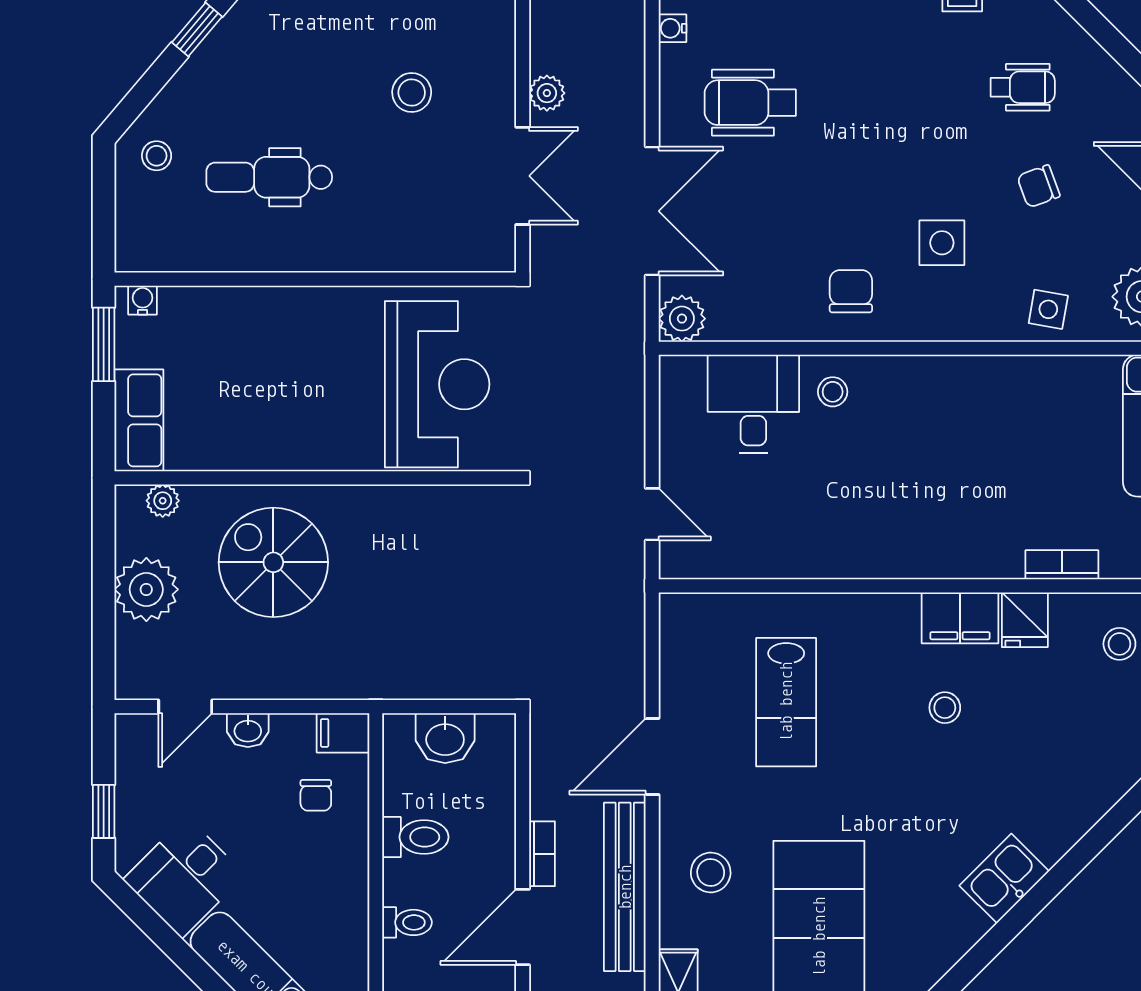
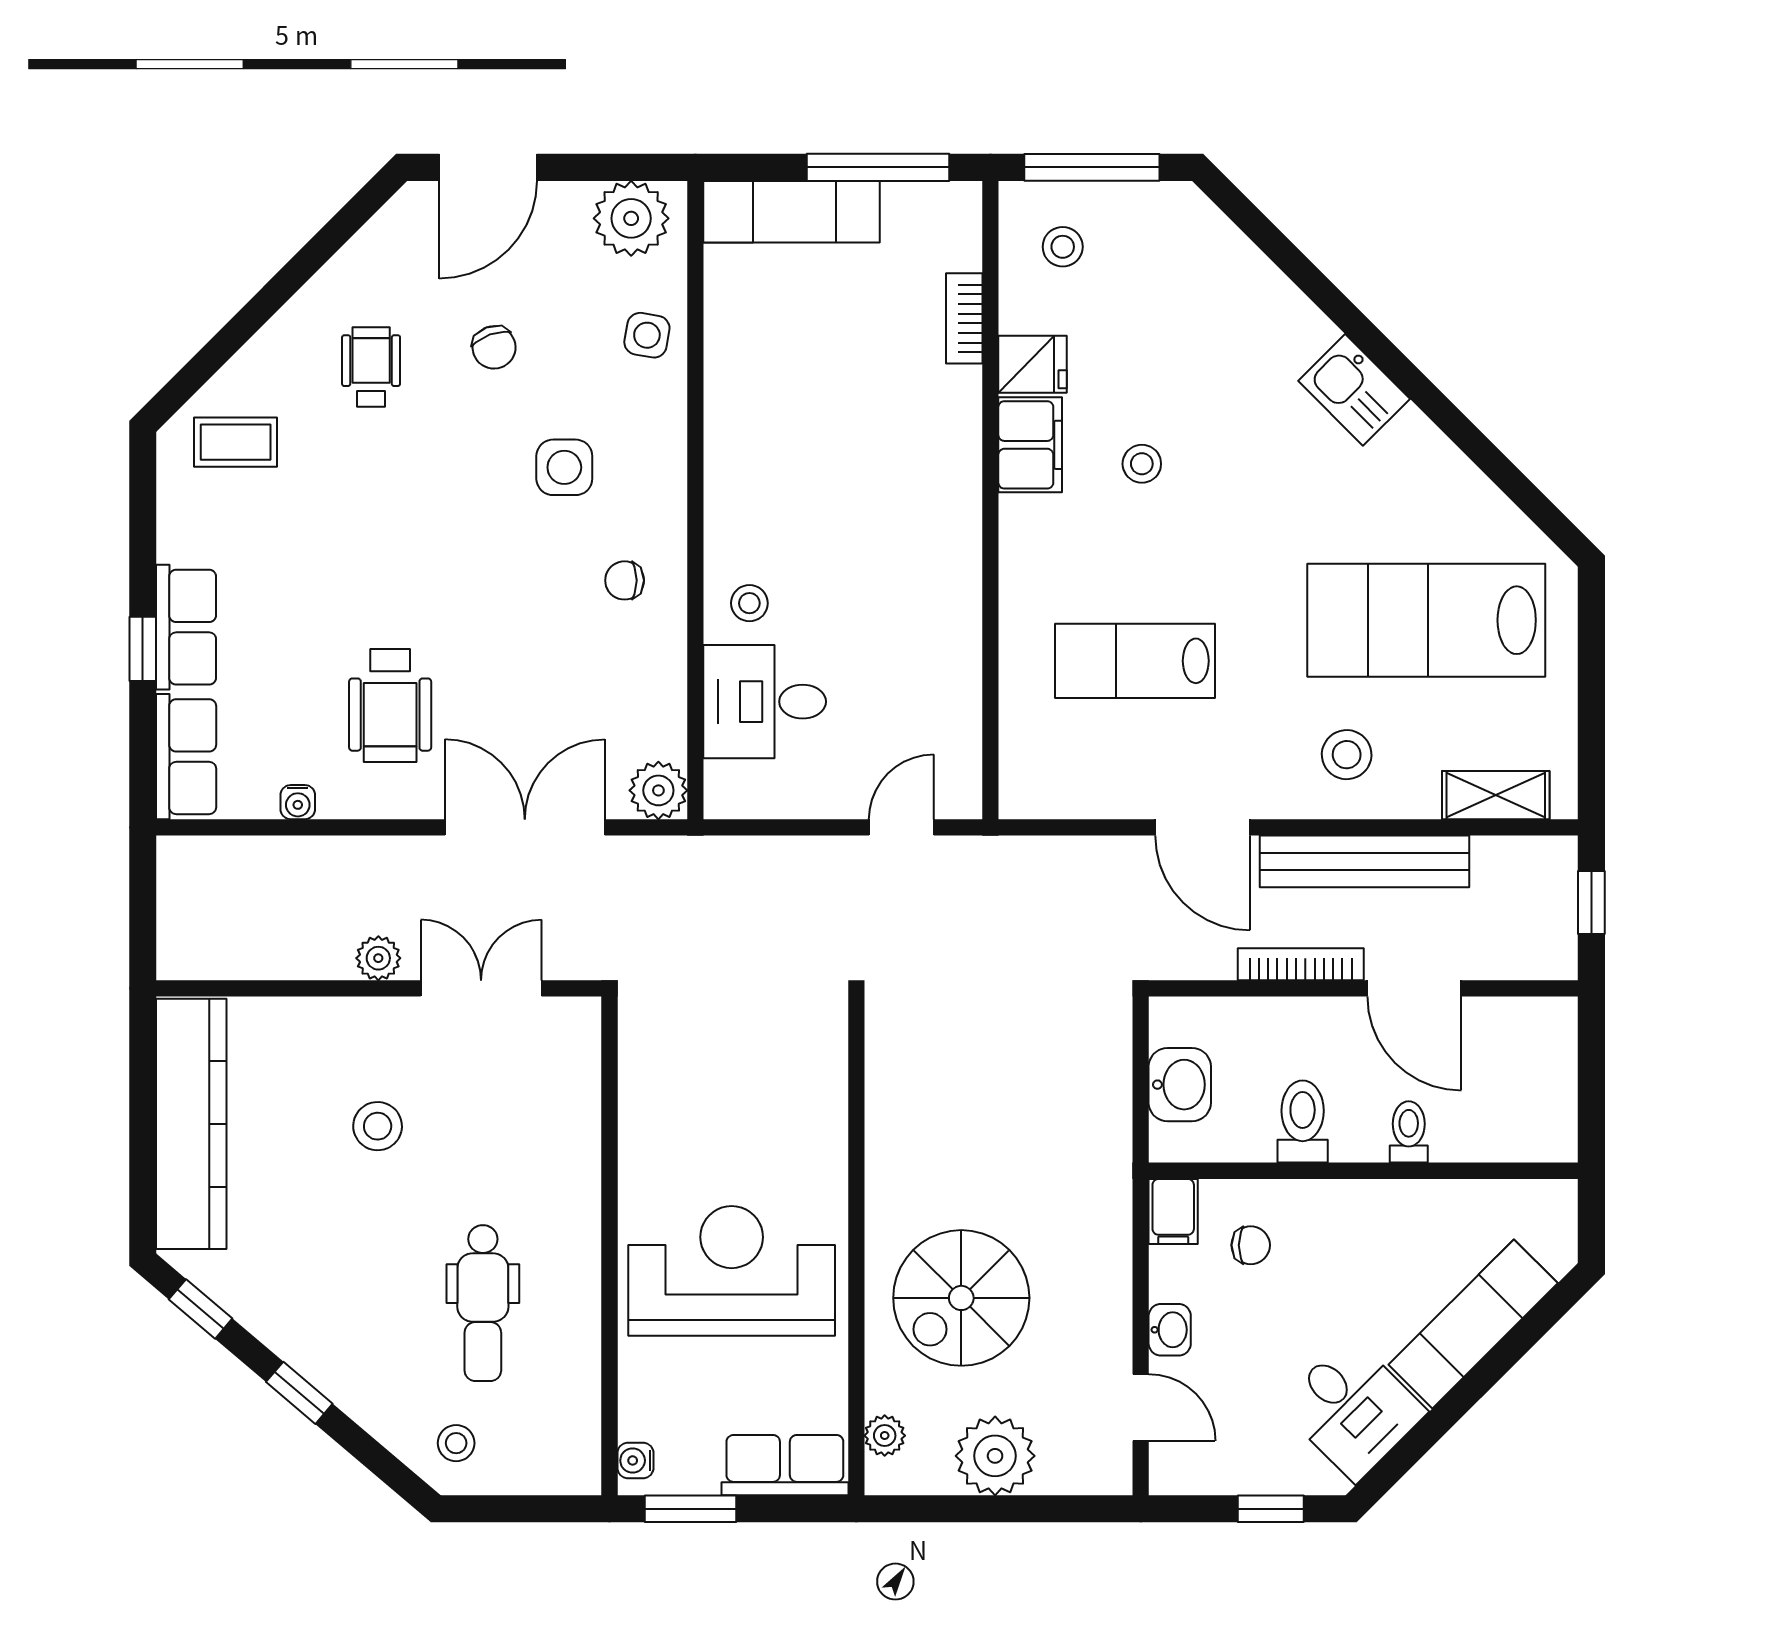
chair: (851, 291) -> (625, 580), width x0.73, depth x0.73
reception desk: (437, 384) -> (732, 1271), moved
lab bench: (786, 702) -> (1135, 661), turned 180
bookcase: (542, 854) -> (1301, 964), width x1.56

